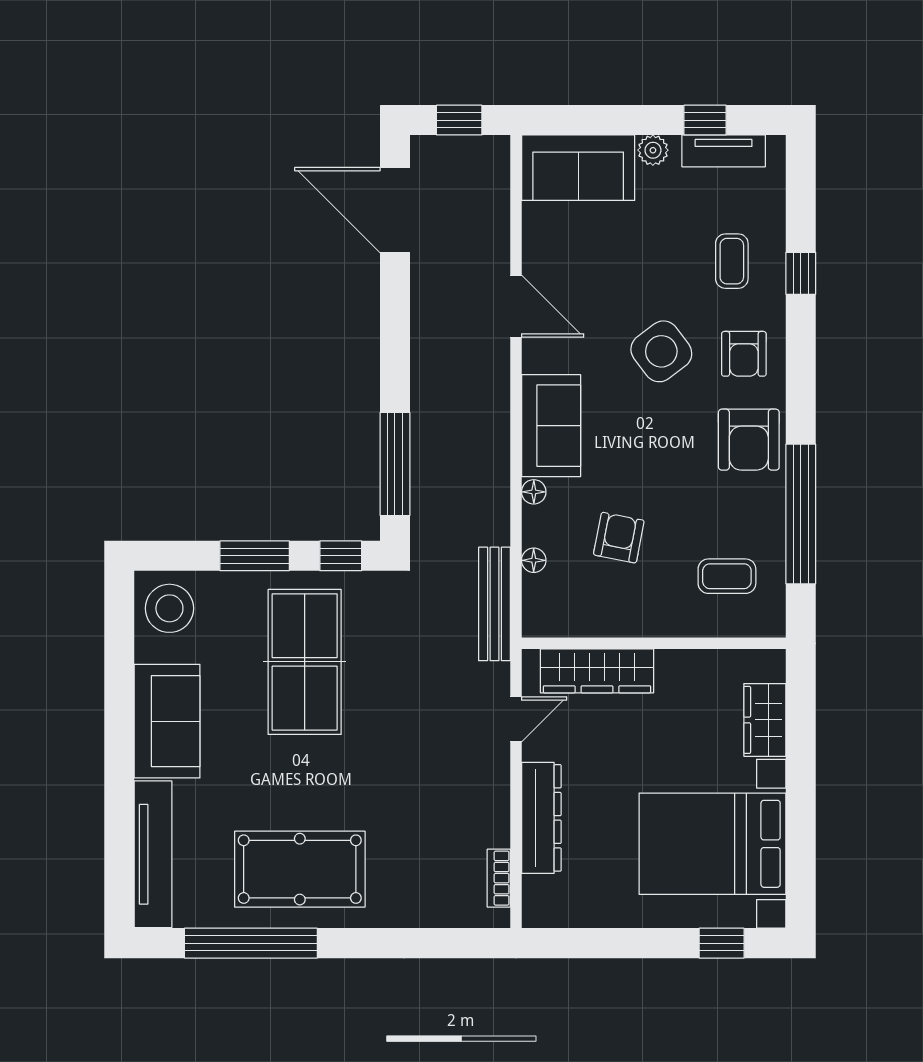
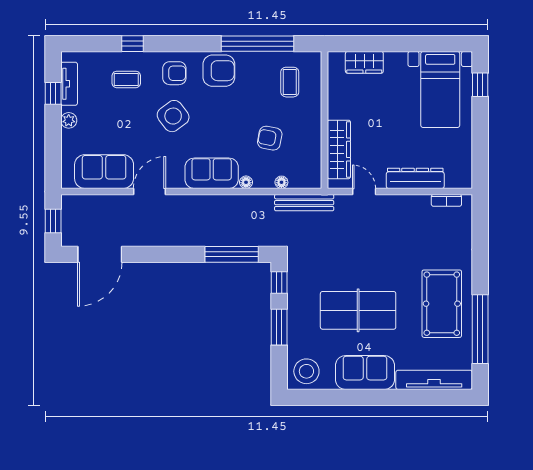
sofa: (578, 168) -> (104, 172), moved, turned -90
table tennis table: (305, 662) -> (358, 310), moved
bed with nightstands: (713, 844) -> (440, 89), width x0.73

